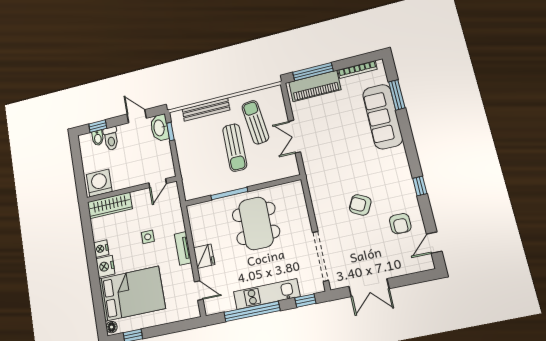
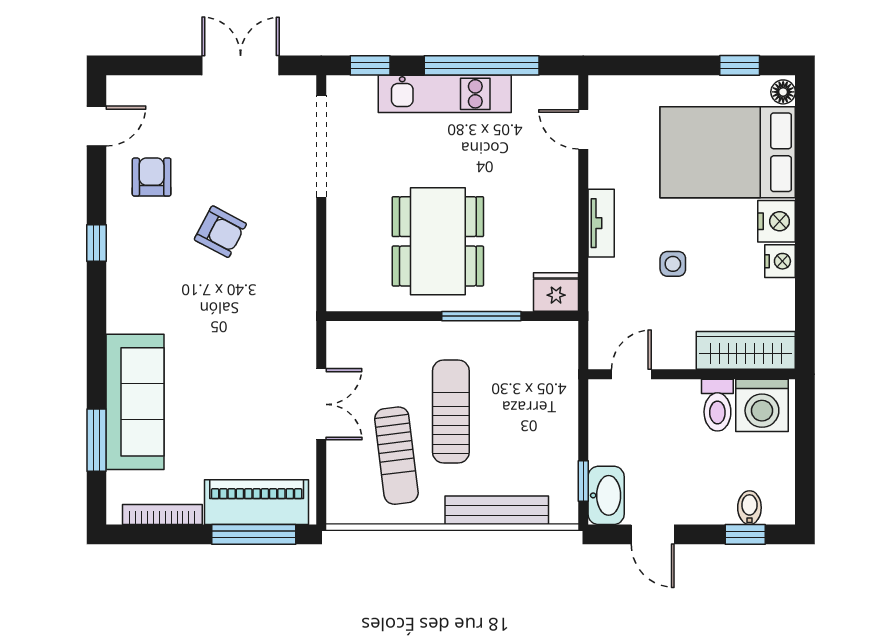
toilet: (111, 138) -> (717, 405), moved, turned 180
fridge: (204, 256) -> (556, 292), moved, turned 90

